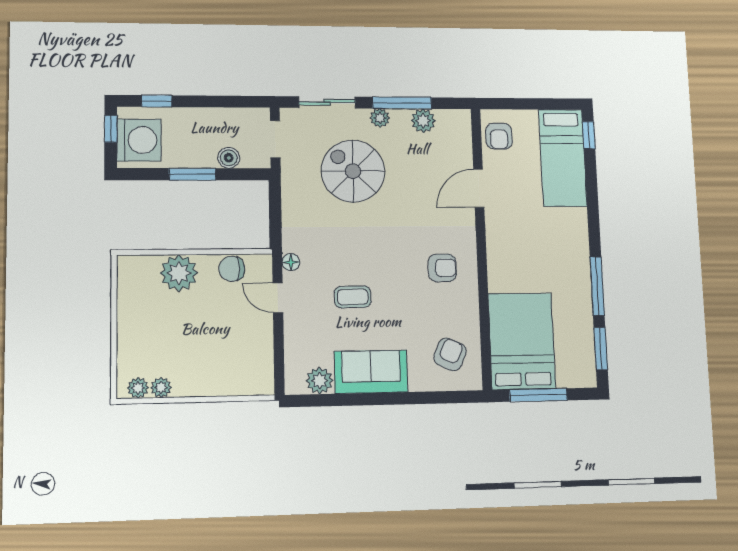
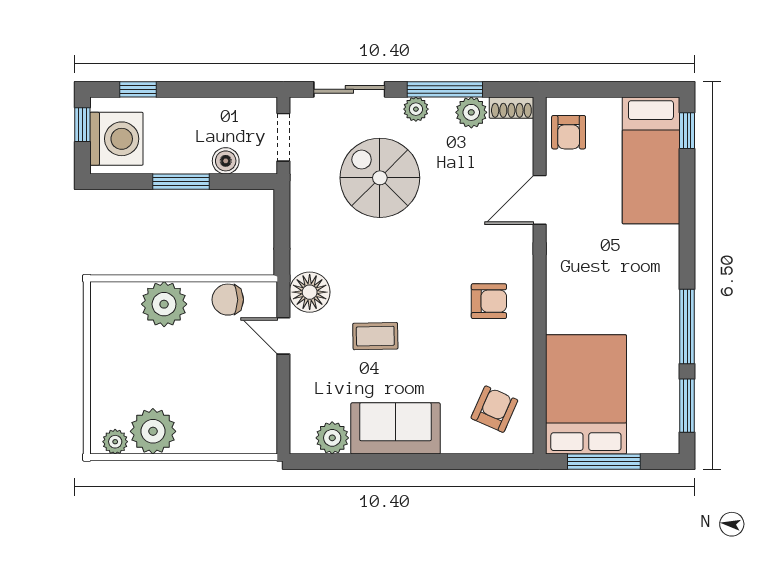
shoe rack: (454, 117) -> (511, 108), added
floor lamp: (291, 262) -> (310, 292), width x1.89, depth x1.89
plant: (161, 388) -> (153, 431), width x1.88, depth x1.88

